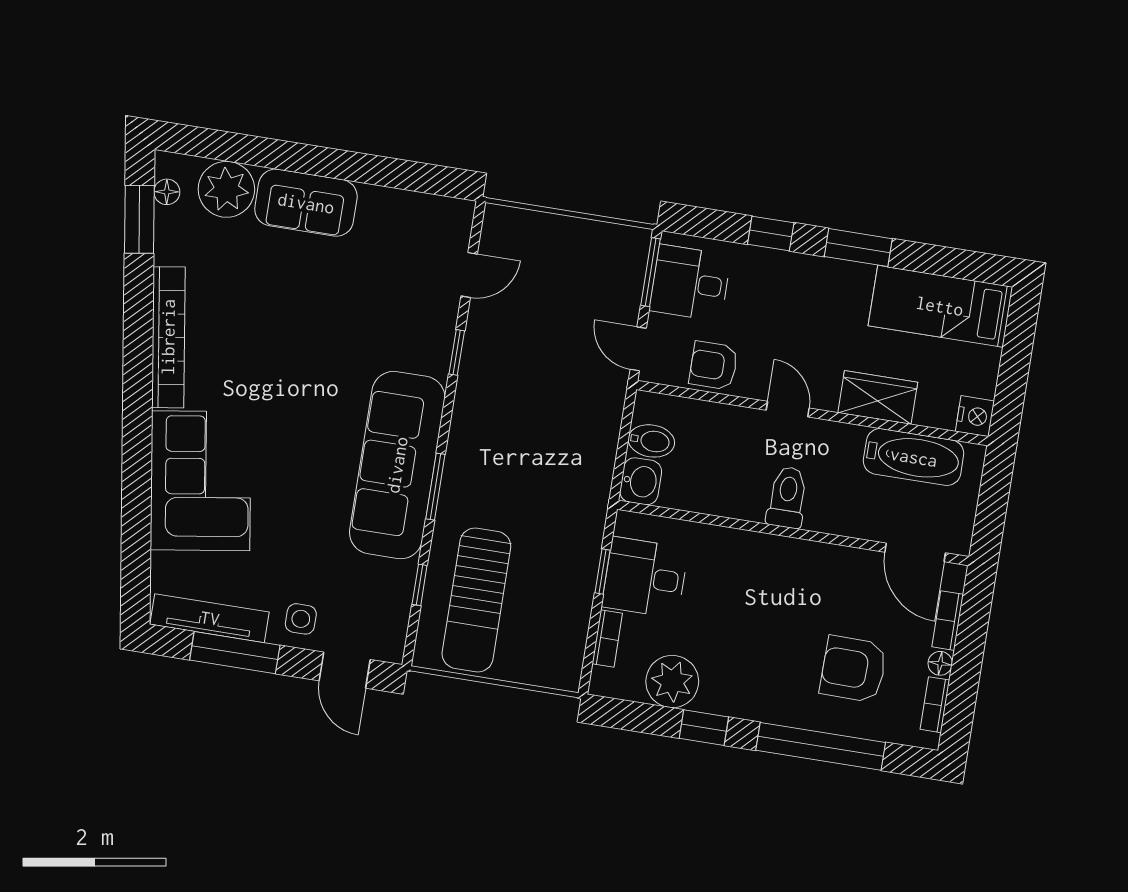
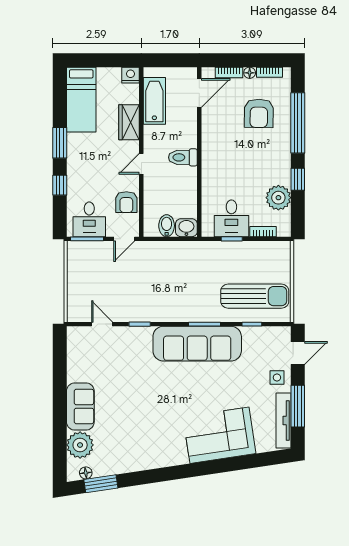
bookcase: (168, 337) -> (154, 461), removed

